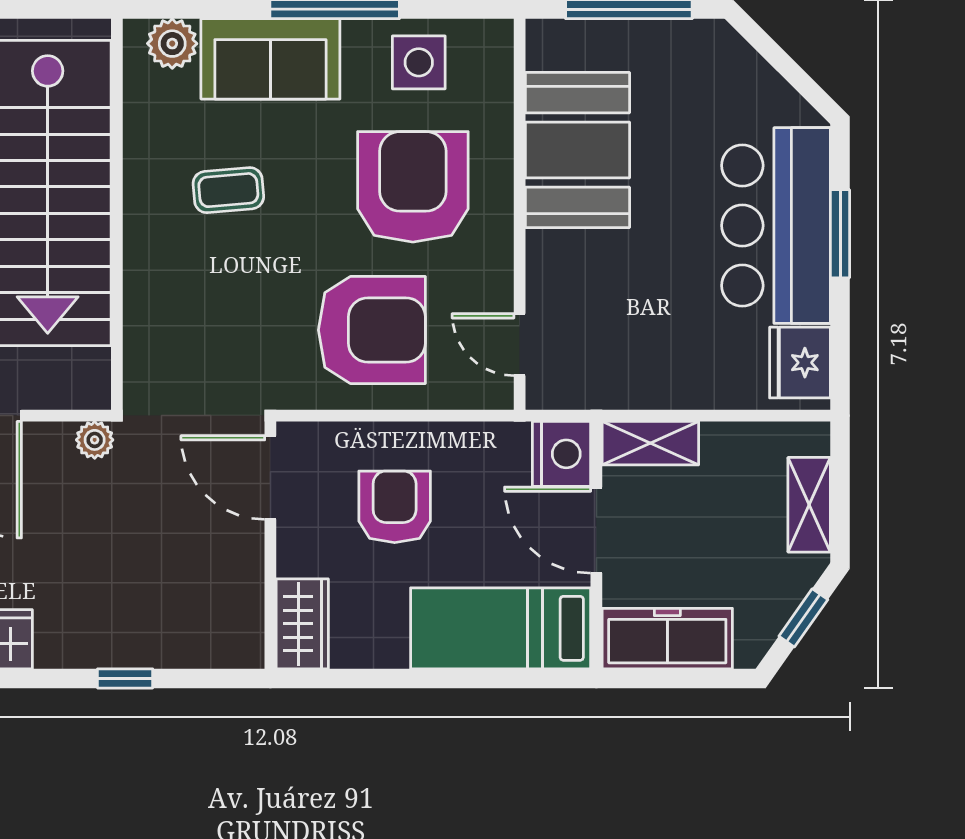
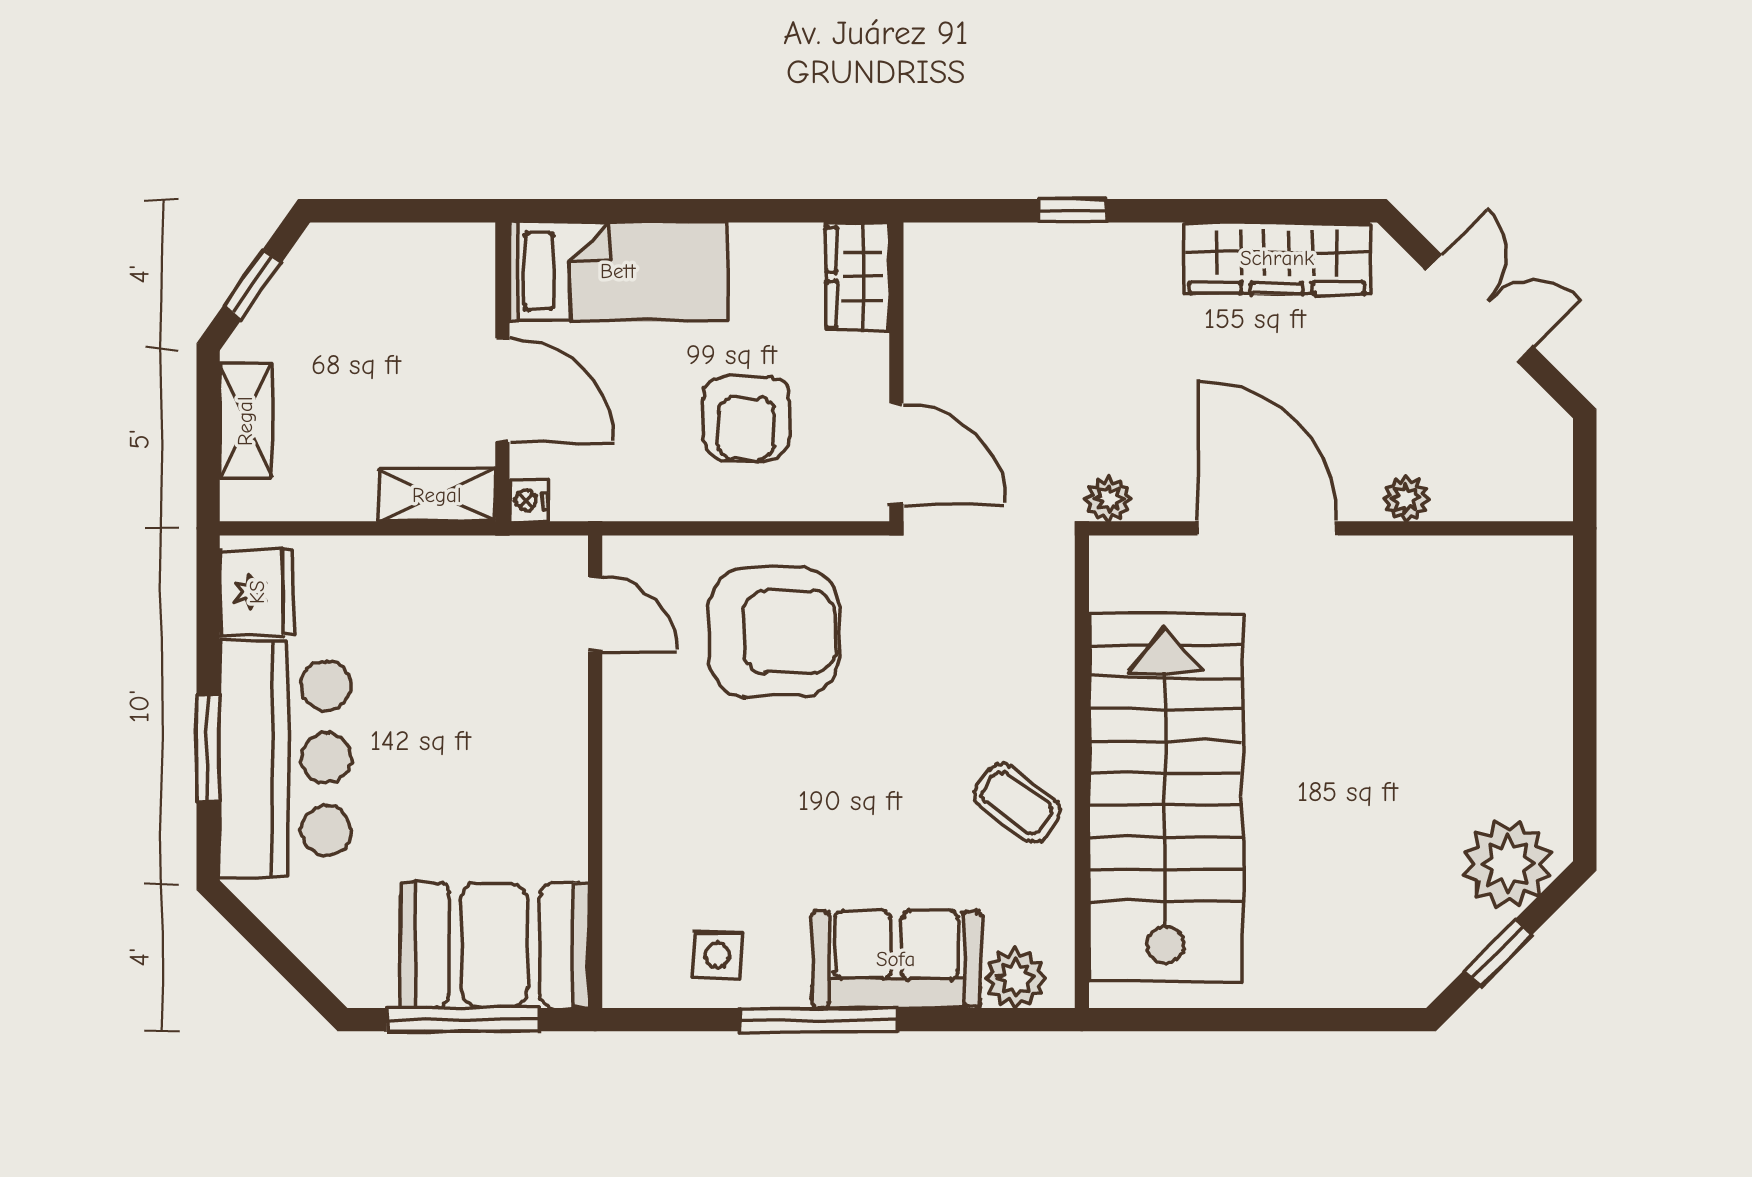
side table: (419, 62) -> (717, 955), width x0.73, depth x0.73
booth: (578, 150) -> (494, 945), moved, turned 90
armchair: (413, 187) -> (724, 805), removed
coffee table: (228, 190) -> (1017, 803), moved, turned 41
armchair: (372, 330) -> (774, 632), turned 180
nightstand: (562, 454) -> (529, 501), width x0.53, depth x0.56
freezer: (667, 639) -> (417, 259), removed

